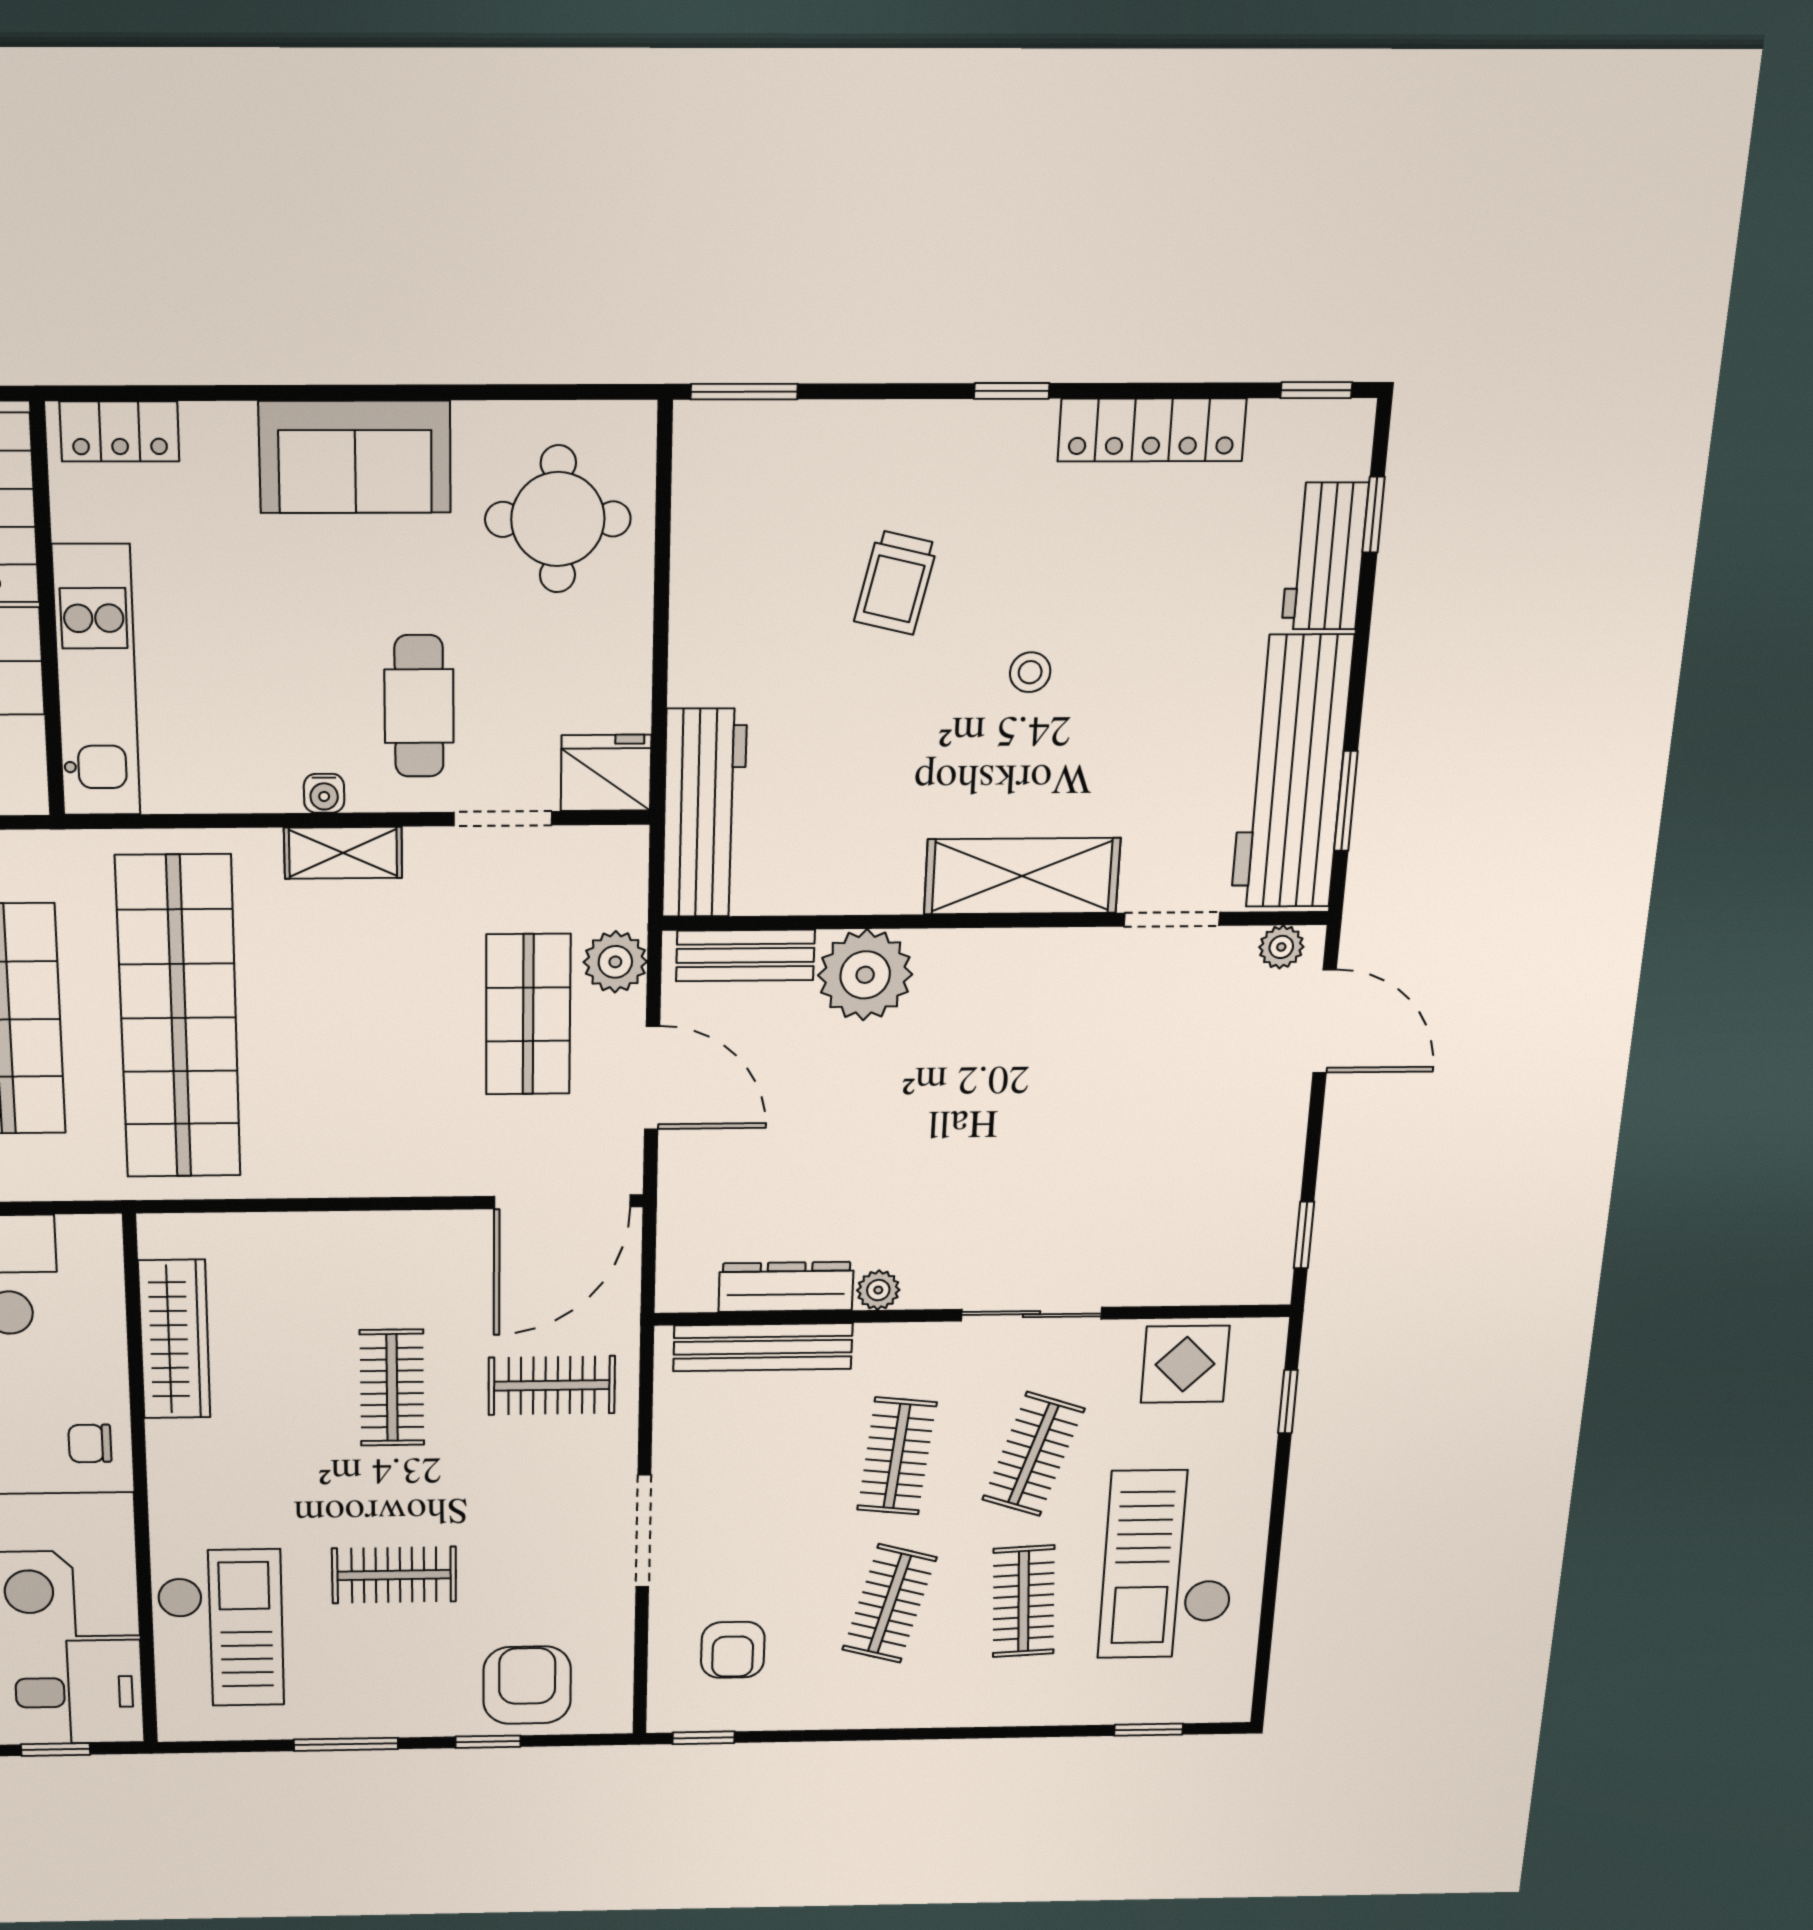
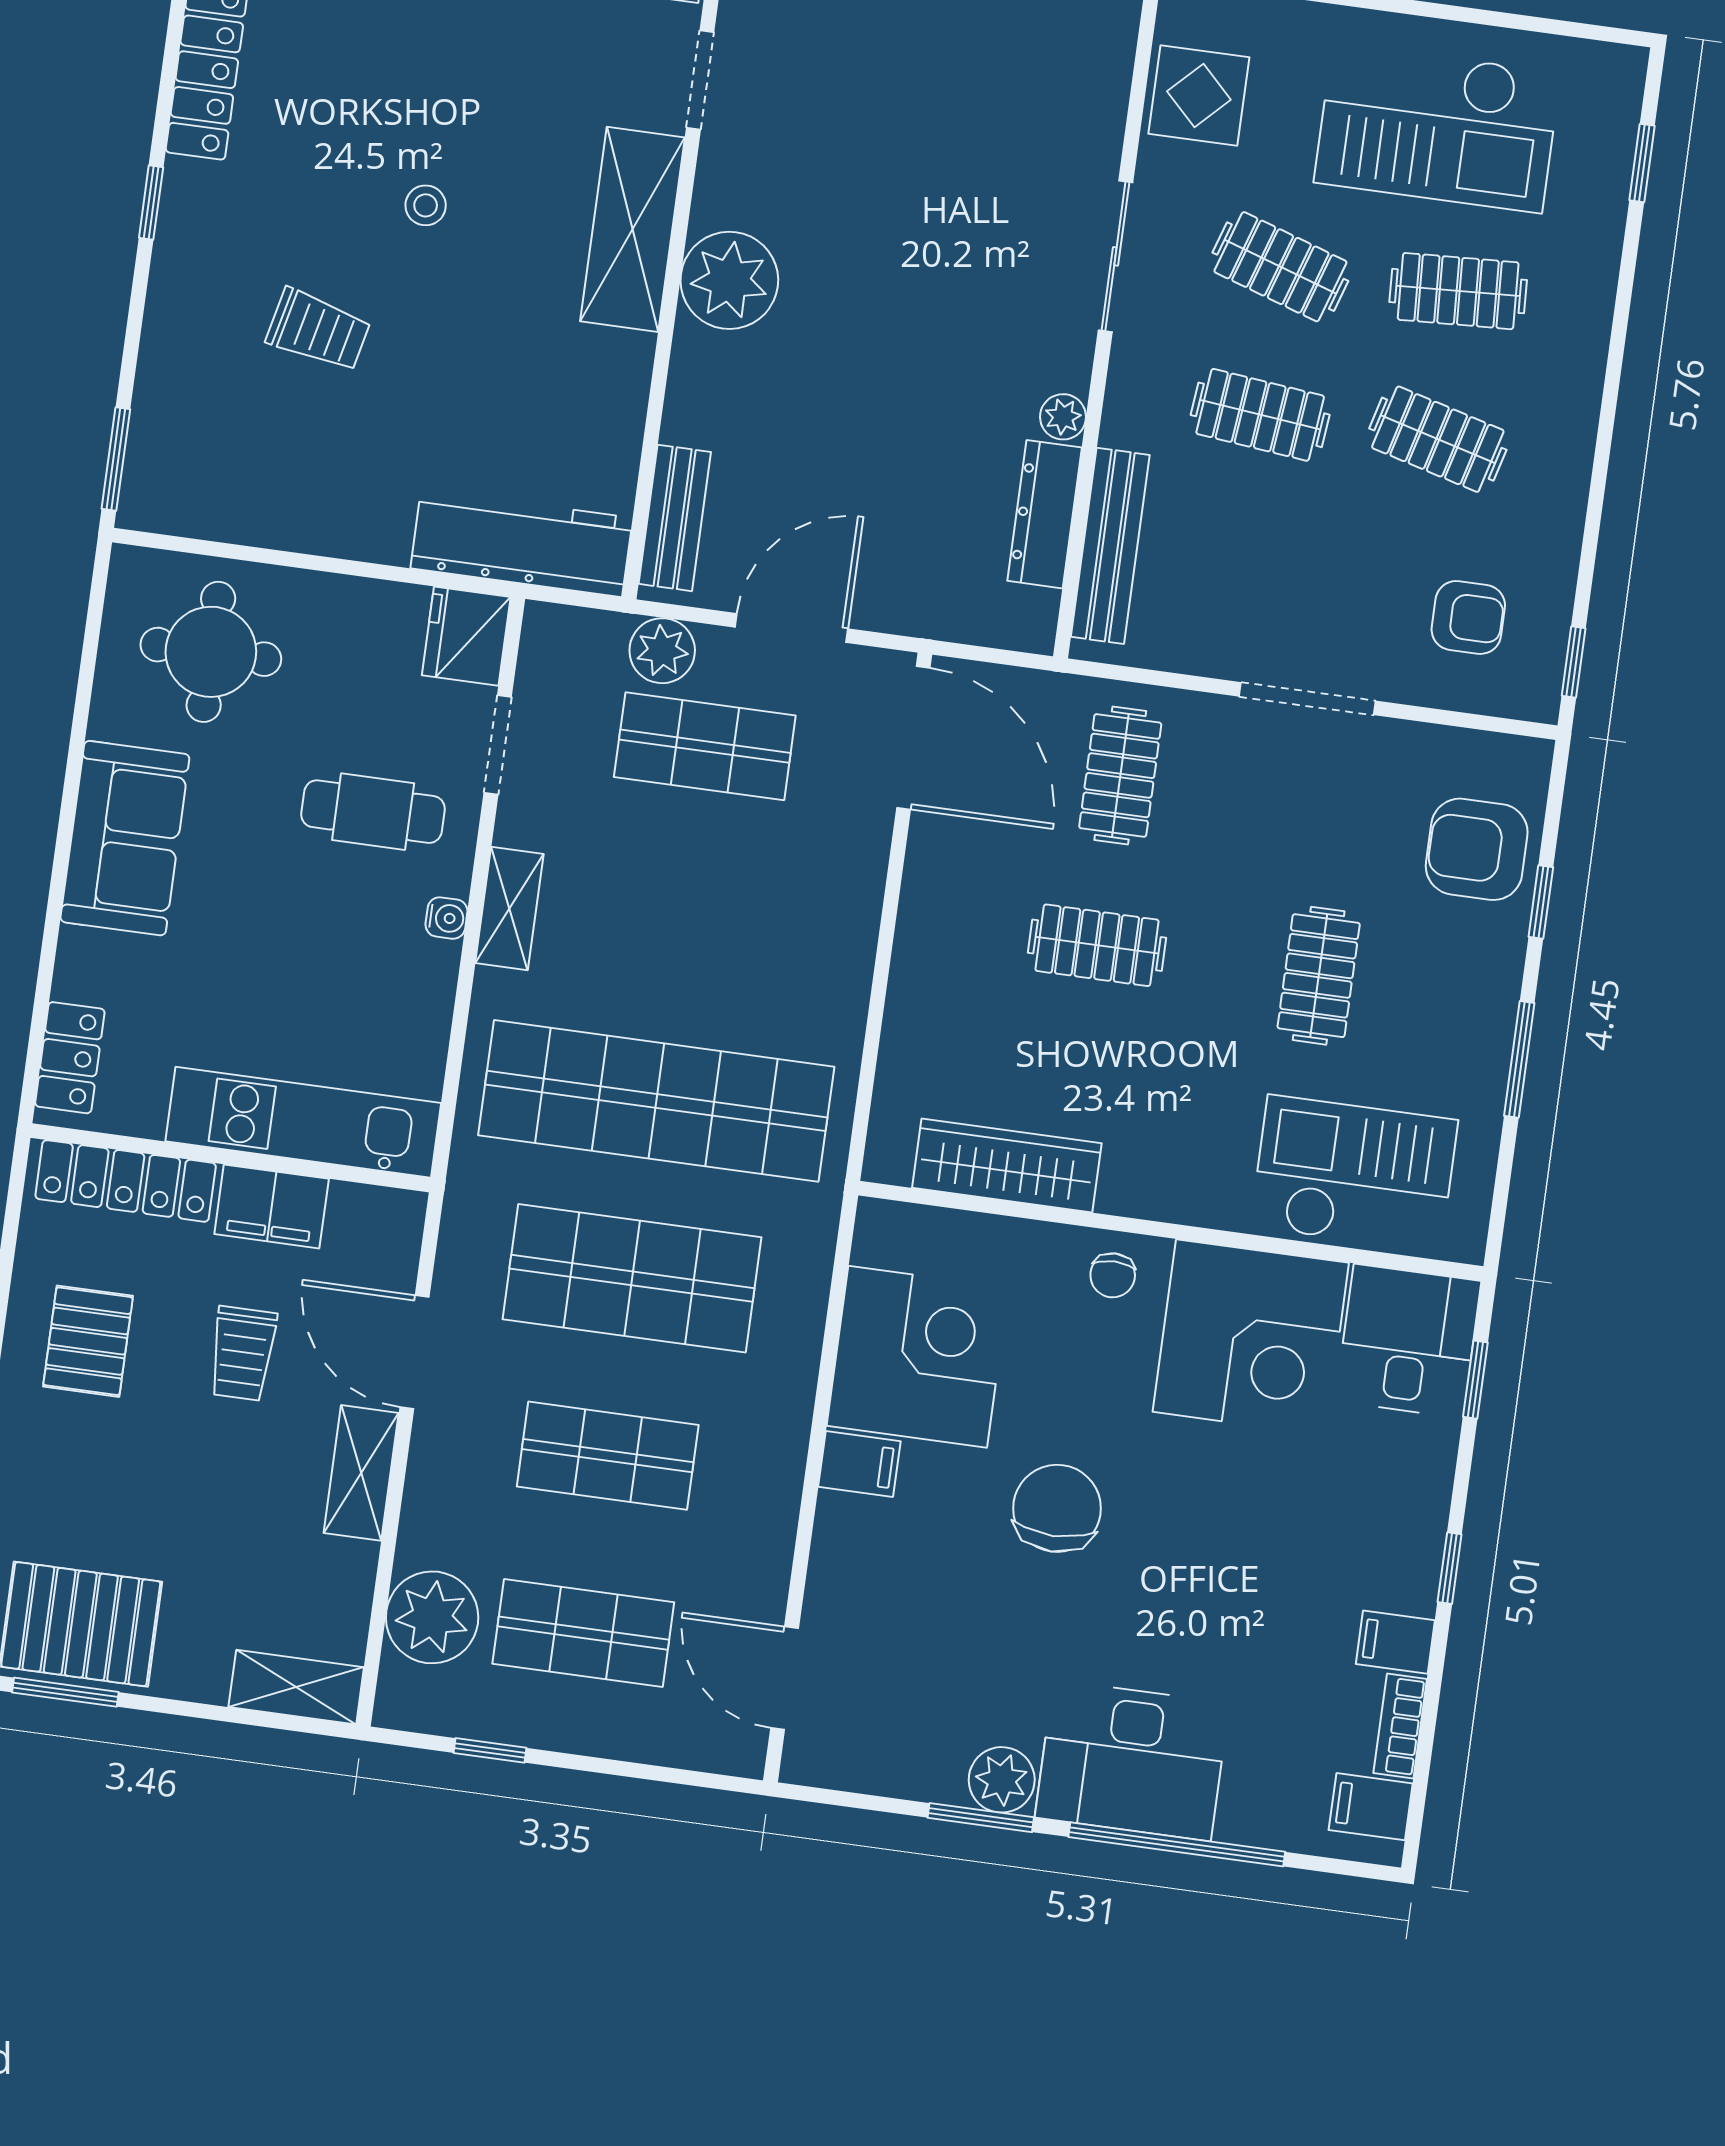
plant: (865, 975) -> (729, 280), moved

